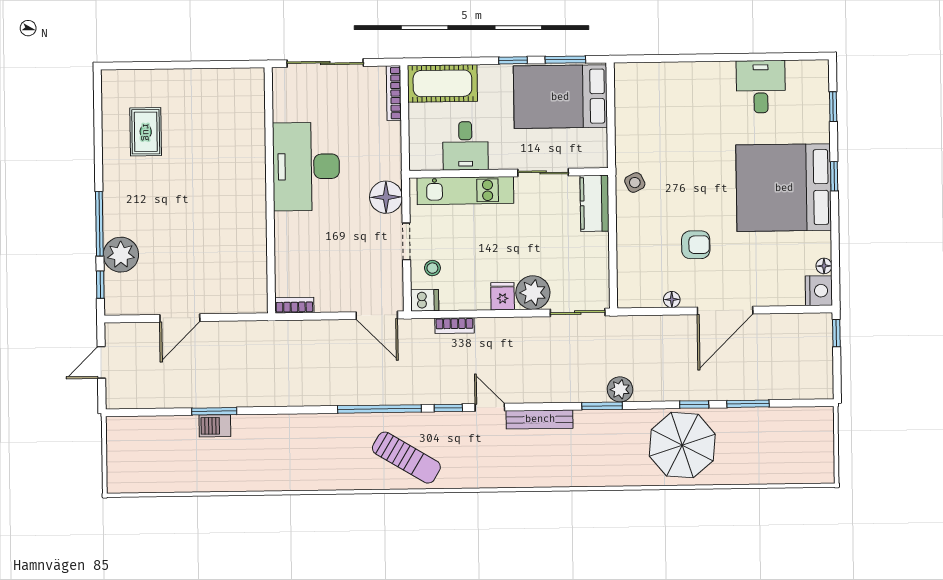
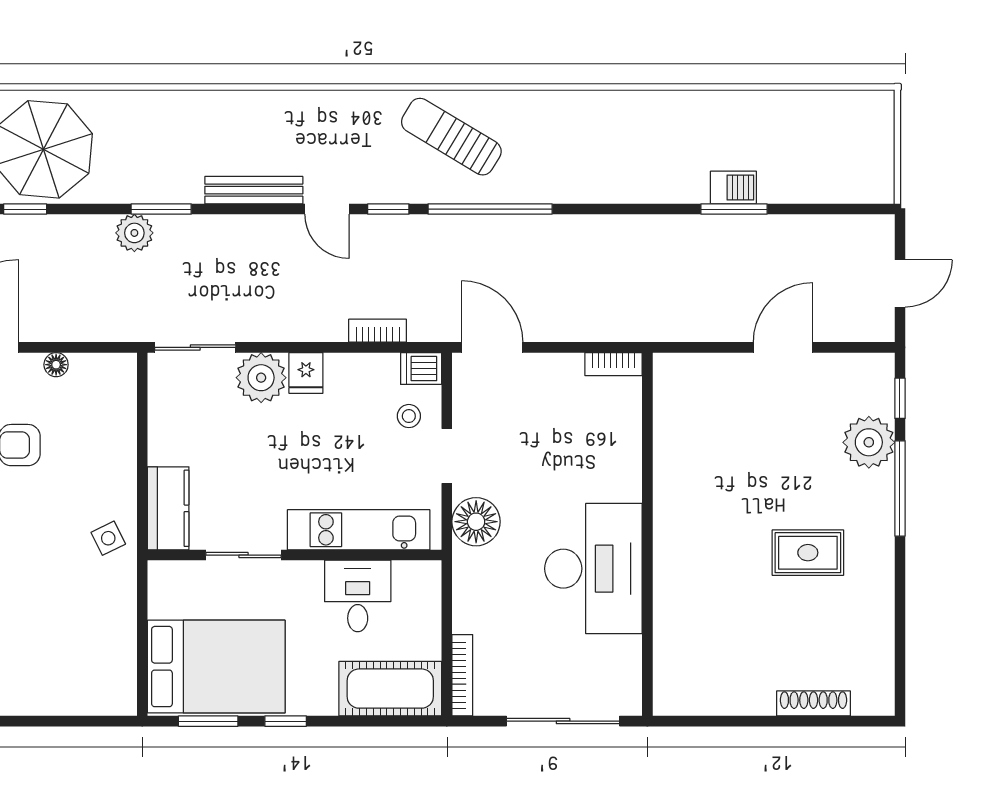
shoe rack: (156, 77) -> (813, 703), added
rug: (146, 132) -> (808, 553), moved, turned 90

